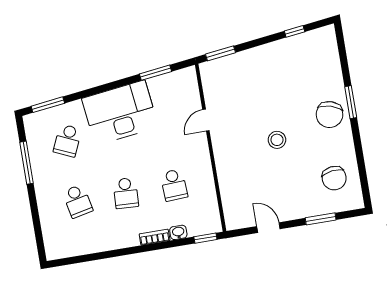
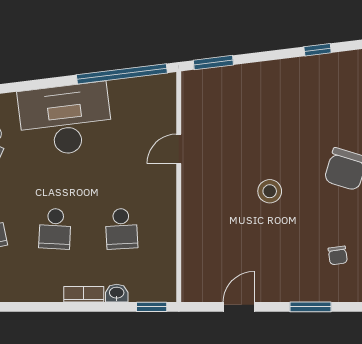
window: (156, 73) -> (122, 74), width x2.11
chair: (334, 178) -> (338, 255), width x0.54, depth x0.54
door: (268, 228) -> (239, 307), hinge flipped

